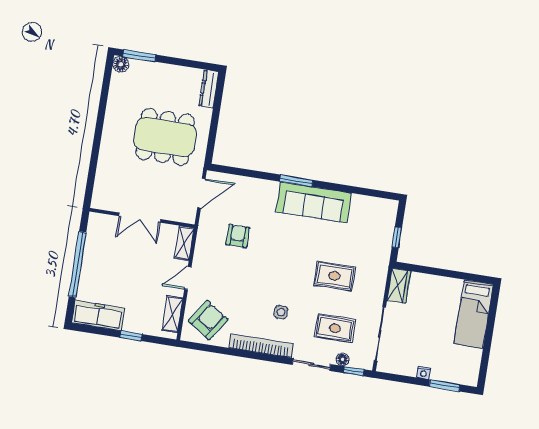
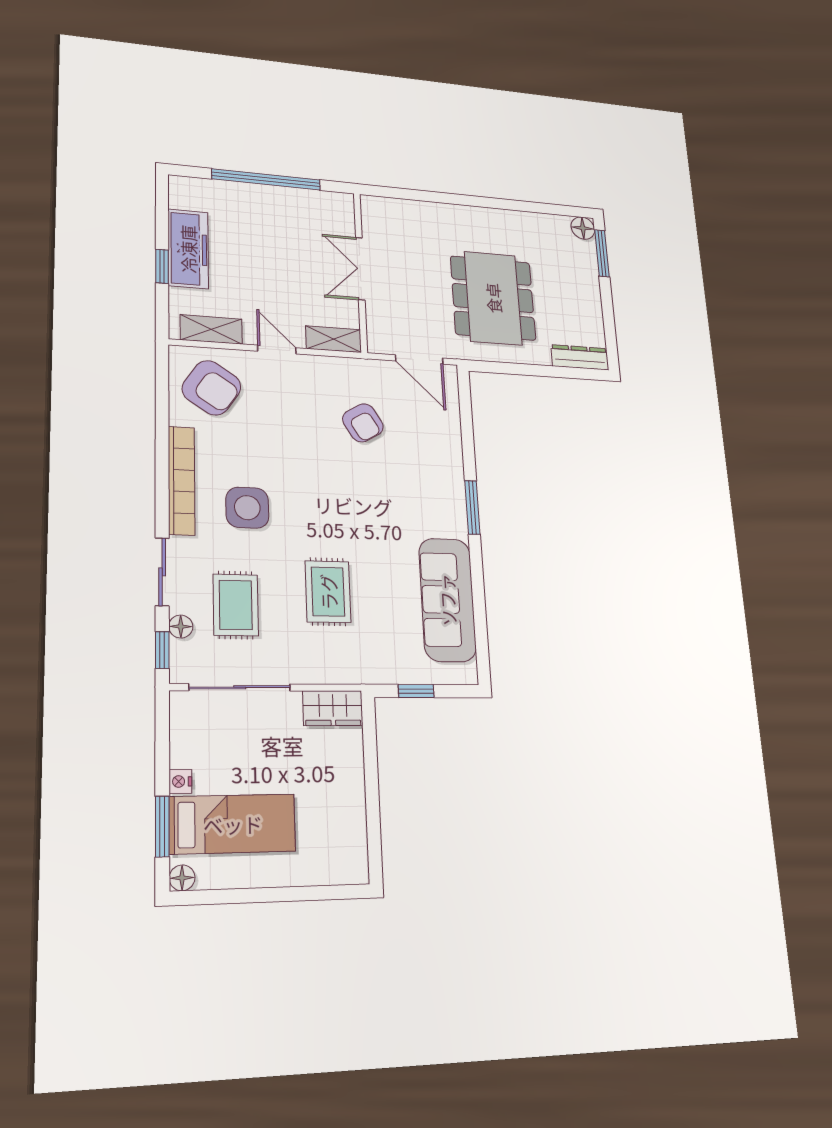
sofa: (314, 202) -> (447, 600), moved
armchair: (238, 236) -> (363, 423), turned 59
side table: (281, 312) -> (247, 508), width x1.87, depth x1.87
bed: (474, 314) -> (233, 824), moved, turned 180
freezer: (98, 315) -> (188, 249), moved
floor lamp: (472, 380) -> (182, 878), added

